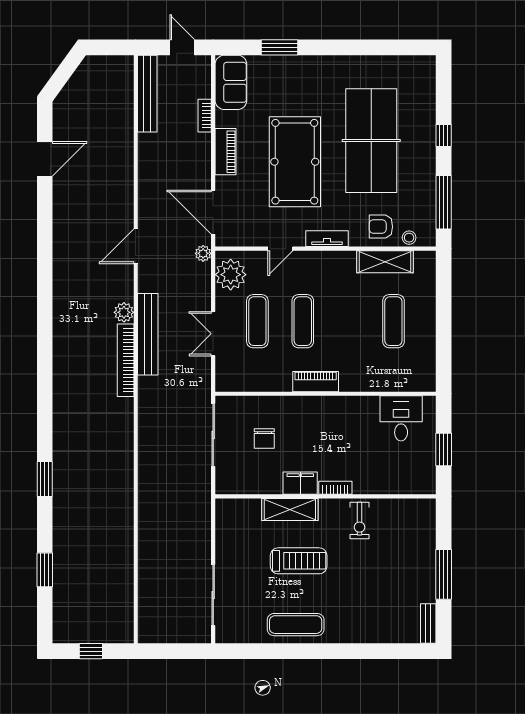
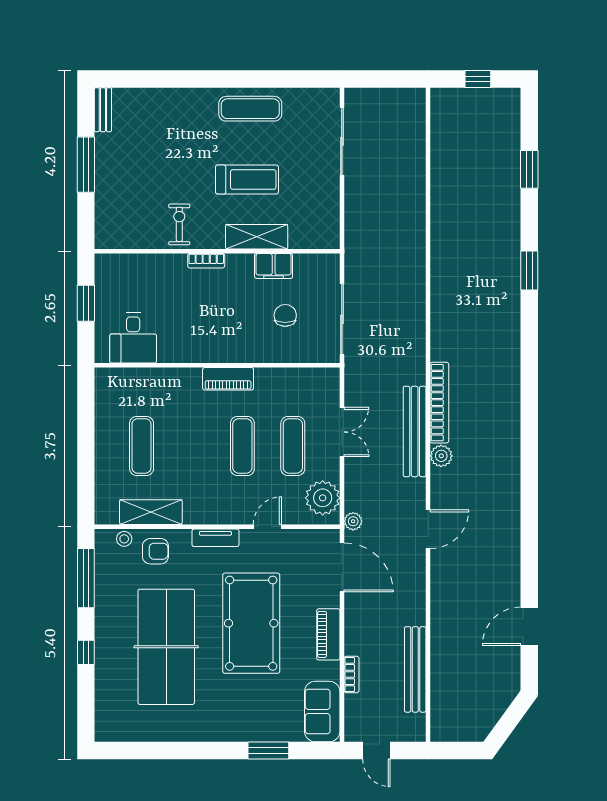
bench: (147, 94) -> (415, 669), moved
filing cabinet: (300, 483) -> (274, 266), moved
treadmill: (299, 561) -> (247, 180), turned 180

